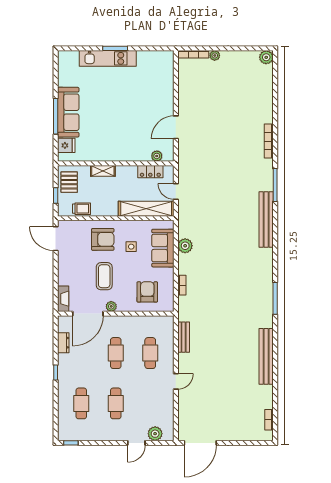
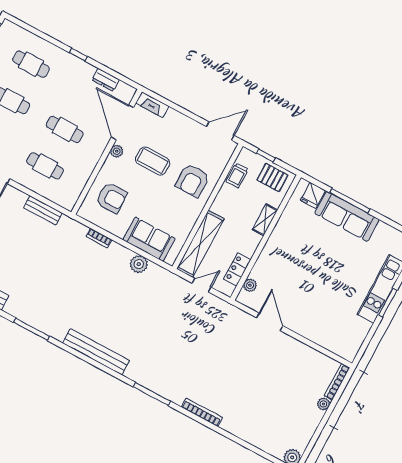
bench: (266, 219) -> (96, 352), moved
side table: (131, 247) -> (169, 206), removed

